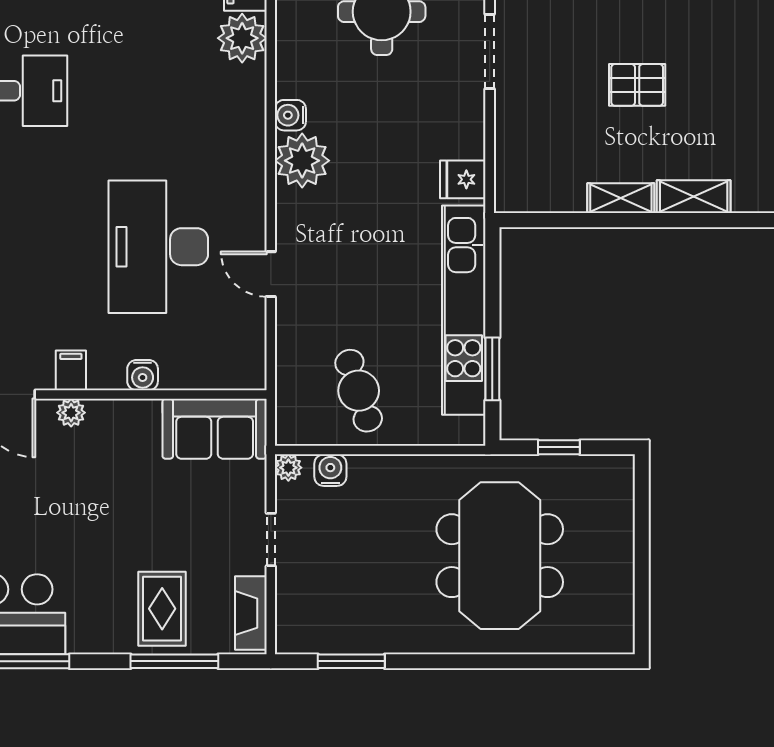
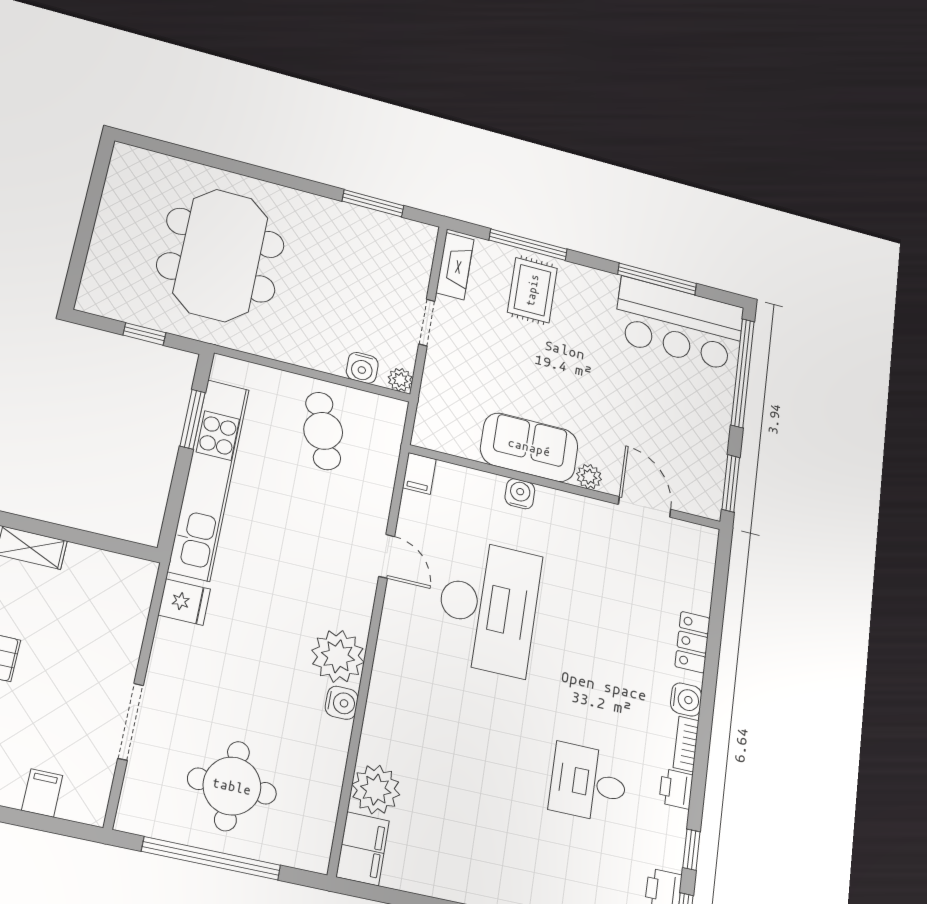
filing cabinet: (71, 370) -> (419, 473), moved
sofa: (215, 429) -> (529, 447), moved

